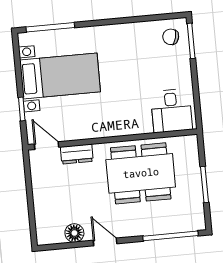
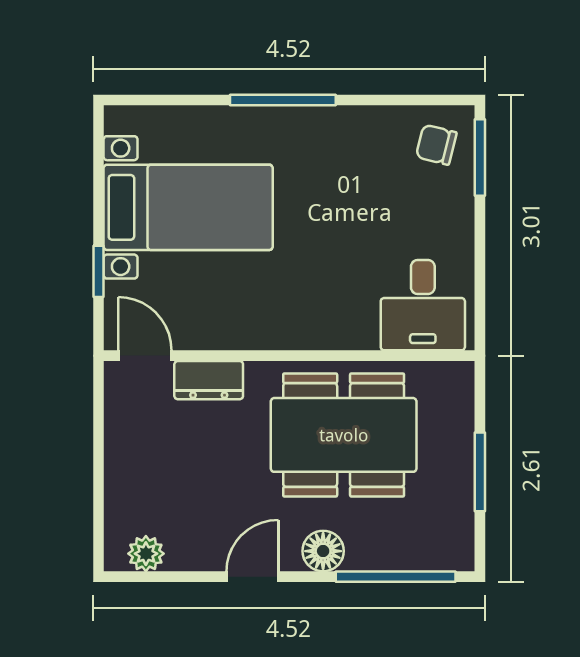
window: (50, 27) -> (283, 100), moved
floor lamp: (74, 233) -> (323, 551), moved
plant: (55, 236) -> (146, 554), added
door: (105, 242) -> (252, 577), hinge flipped

